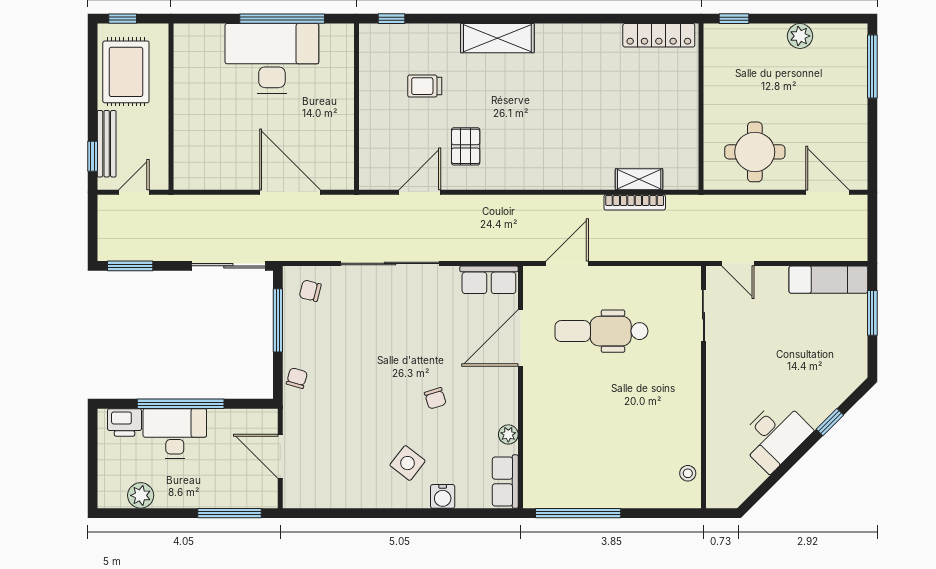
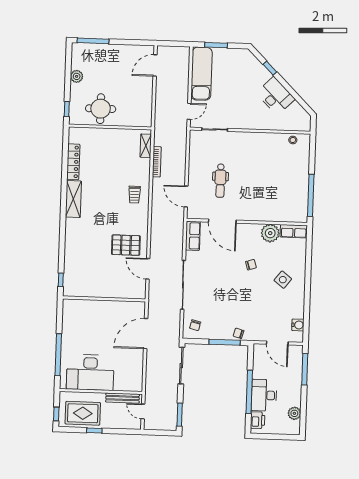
window: (282, 19) -> (58, 355), moved
locker: (659, 35) -> (73, 162), moved
shelving: (497, 38) -> (73, 199), moved
desk: (272, 58) -> (90, 372), moved, turned -90
trolley: (425, 86) -> (134, 195), moved
bench: (107, 144) -> (123, 398), moved
pallet: (466, 146) -> (126, 245), width x1.50, depth x1.42
round table: (755, 152) -> (101, 109), moved
window: (93, 156) -> (94, 430), moved
shelving: (639, 179) -> (146, 146), moved
exam couch: (828, 280) -> (202, 74), width x1.36, depth x1.45
window: (278, 320) -> (225, 342), moved
dental chair: (601, 331) -> (220, 181), width x0.73, depth x0.72
plant: (508, 434) -> (270, 233), width x1.87, depth x1.87
door: (280, 456) -> (277, 343), hinge flipped
water cooler: (443, 496) -> (298, 325), moved

